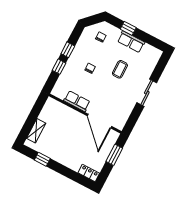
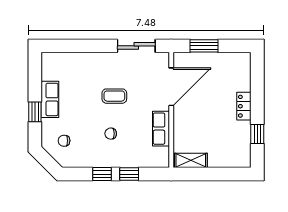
coffee table: (120, 69) -> (114, 96), moved
sliding door: (147, 93) -> (136, 46), moved
shelving: (36, 131) -> (191, 160), moved
locker: (89, 173) -> (244, 106), moved

